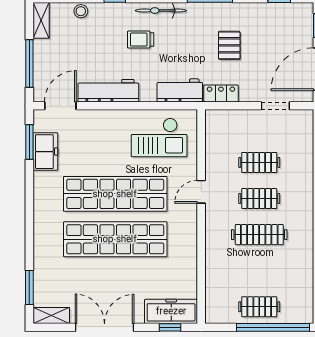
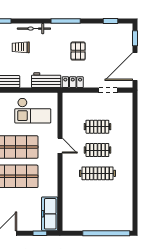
door: (201, 192) -> (60, 146), swing flipped
clothes rail: (259, 307) -> (97, 220), removed
freezer: (171, 311) -> (50, 214), moved, turned -90

